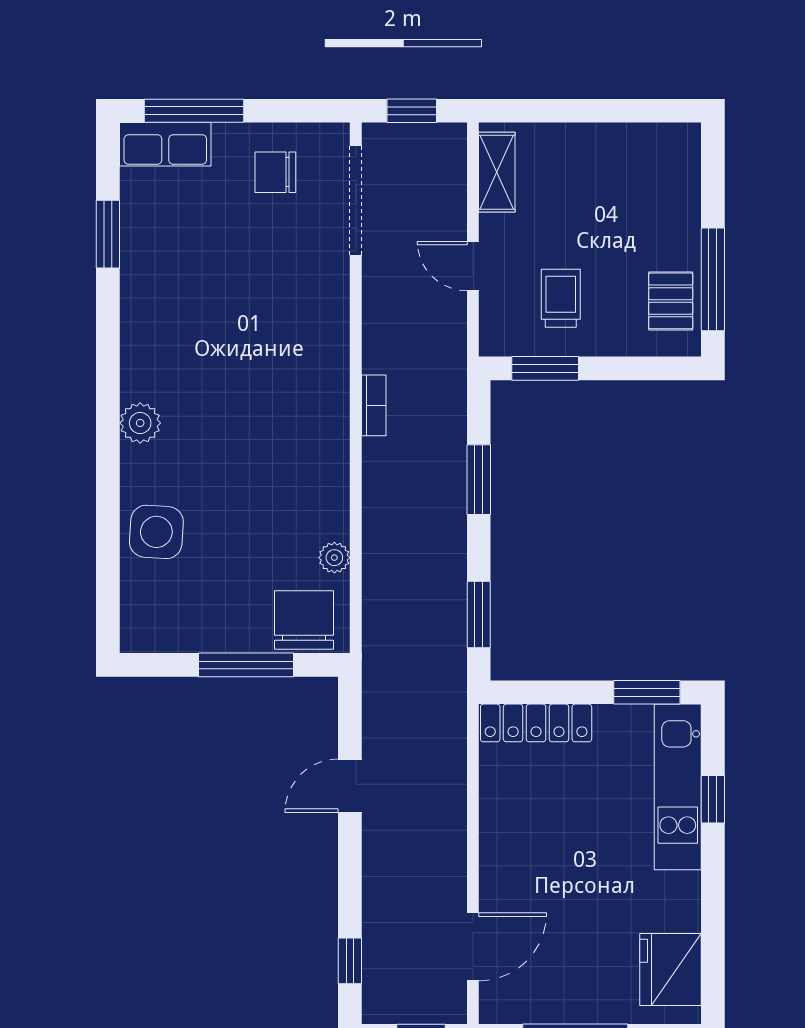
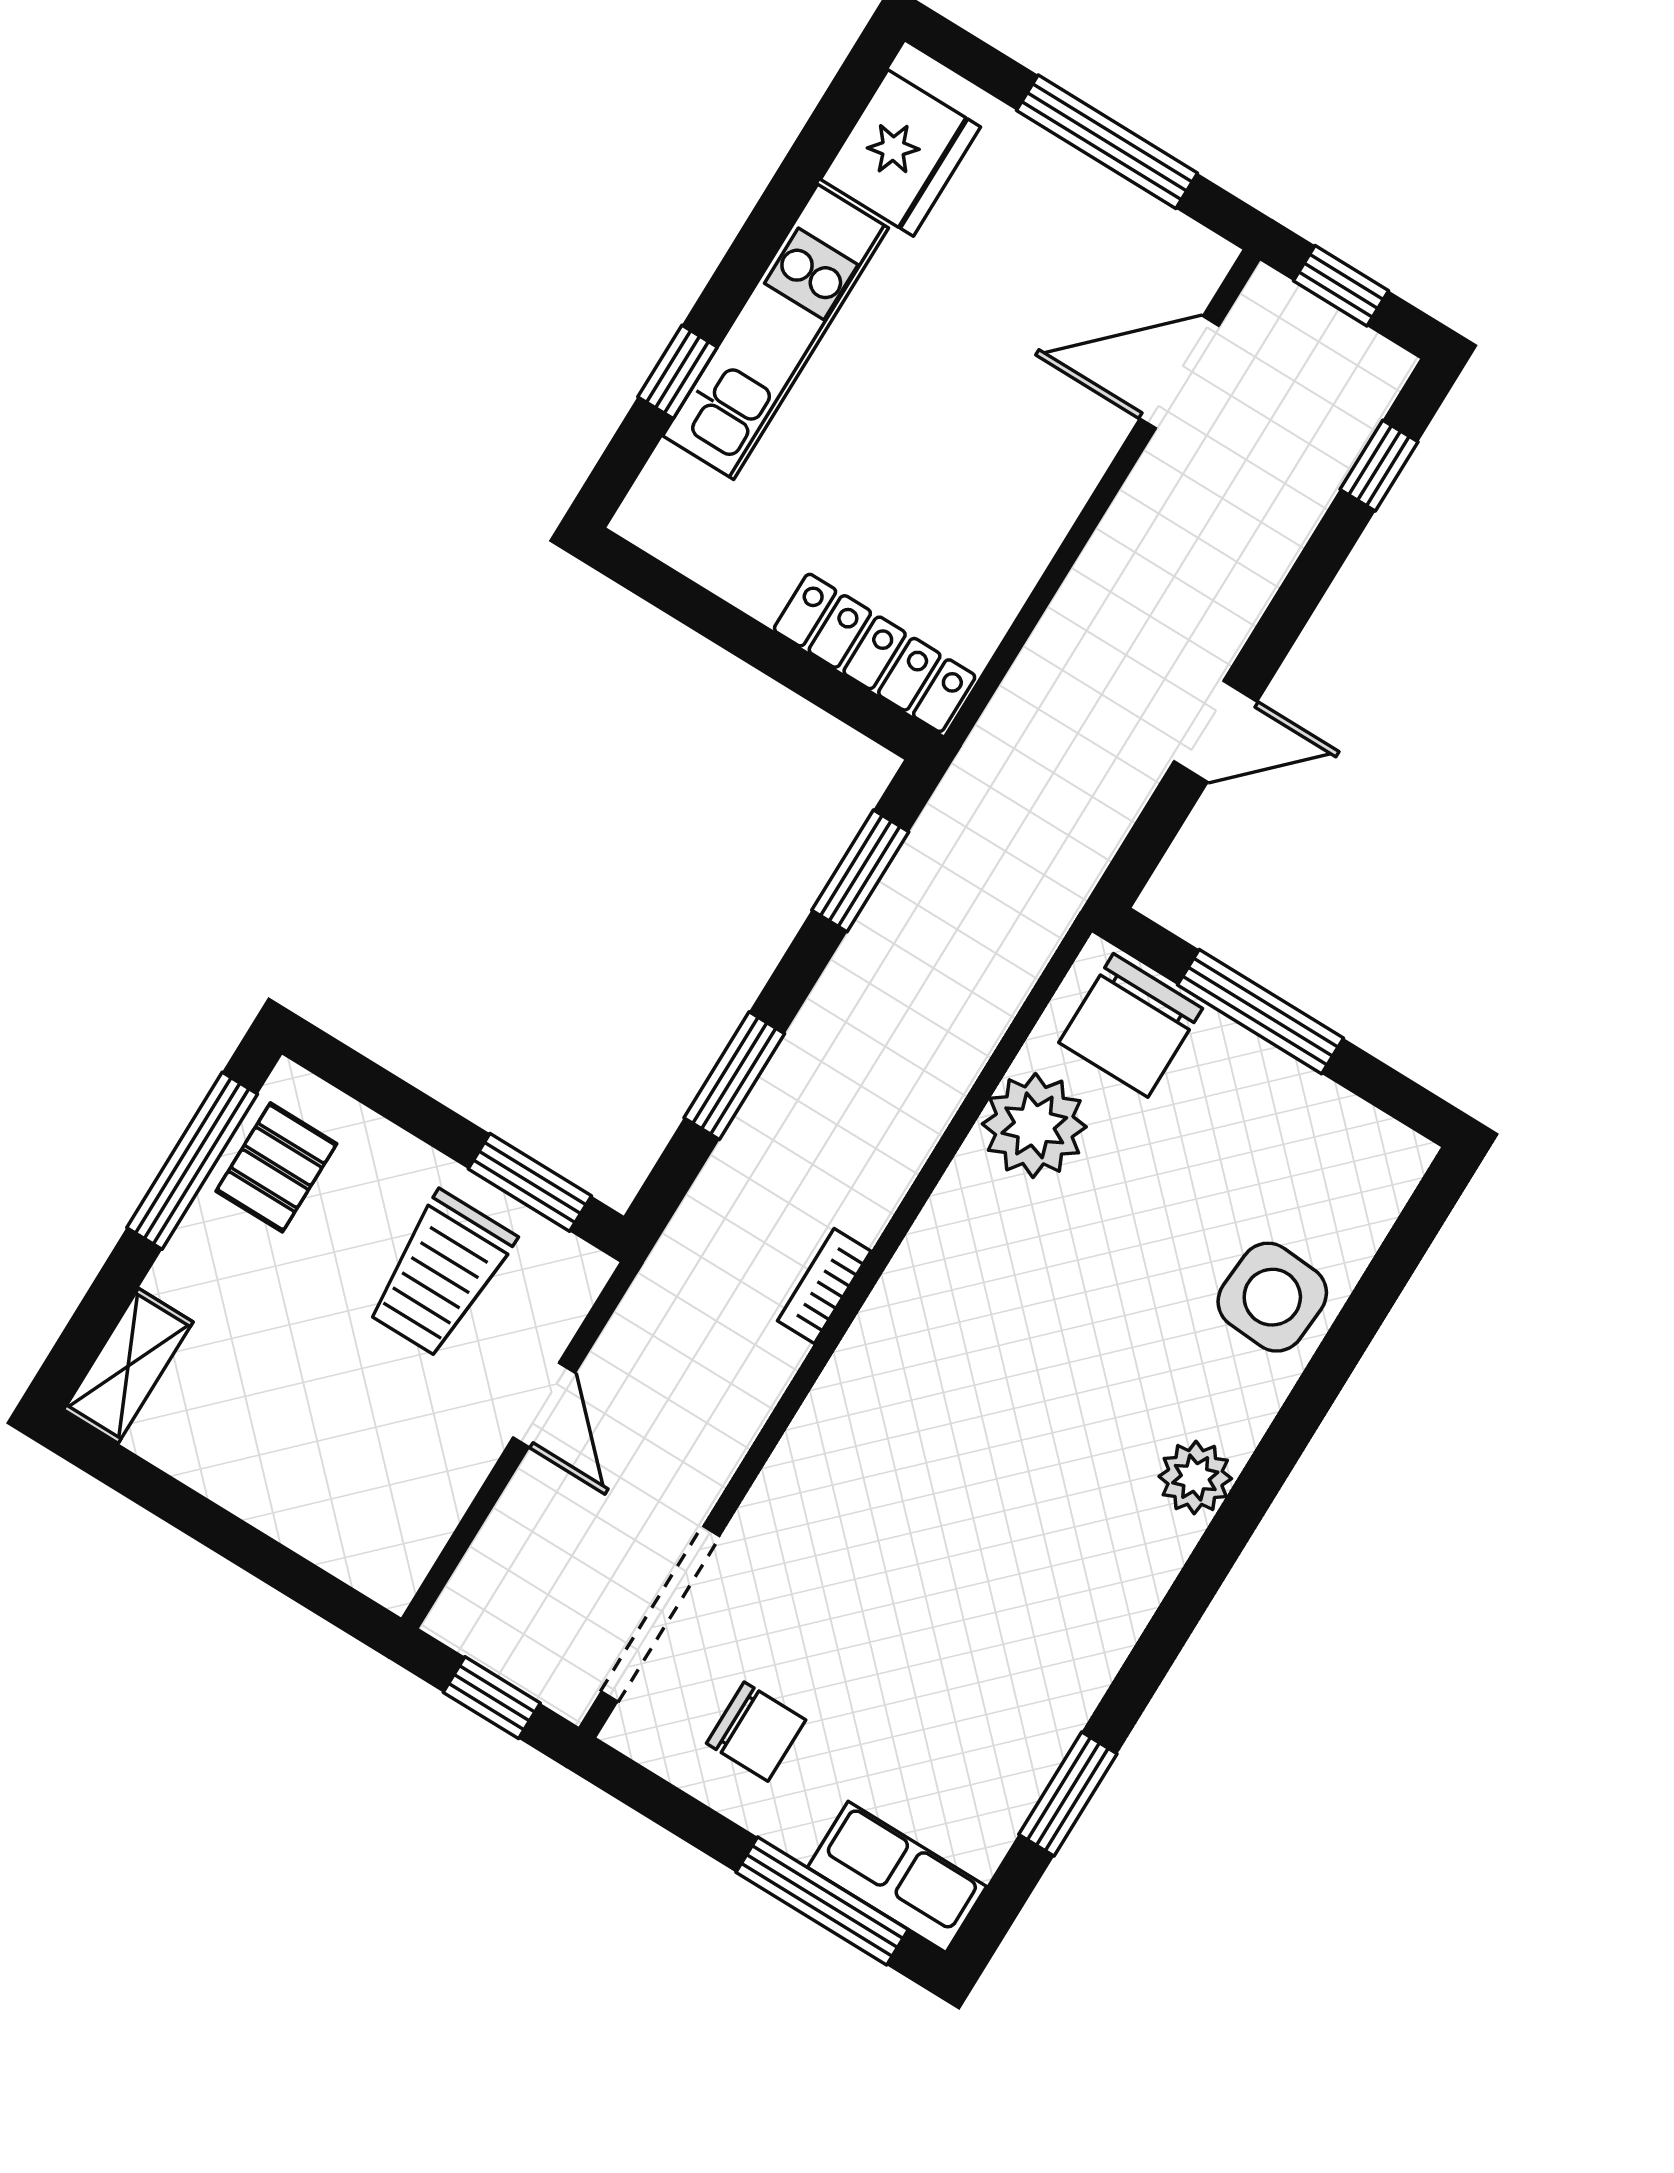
shelving: (497, 172) -> (128, 1366), moved
trolley: (561, 298) -> (441, 1274), width x1.36, depth x1.39
plant: (334, 558) -> (1034, 1125), width x1.88, depth x1.88
window: (647, 692) -> (678, 596), removed
kitchen unit: (678, 787) -> (776, 332), moved

